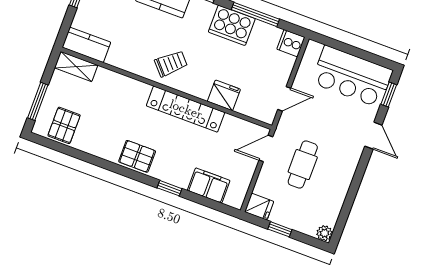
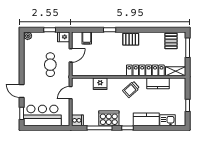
kitchen counter: (86, 45) -> (158, 83), moved
locker: (186, 109) -> (145, 70), moved
door: (266, 148) -> (71, 55), moved
filing cabinet: (209, 185) -> (87, 38), width x0.50

